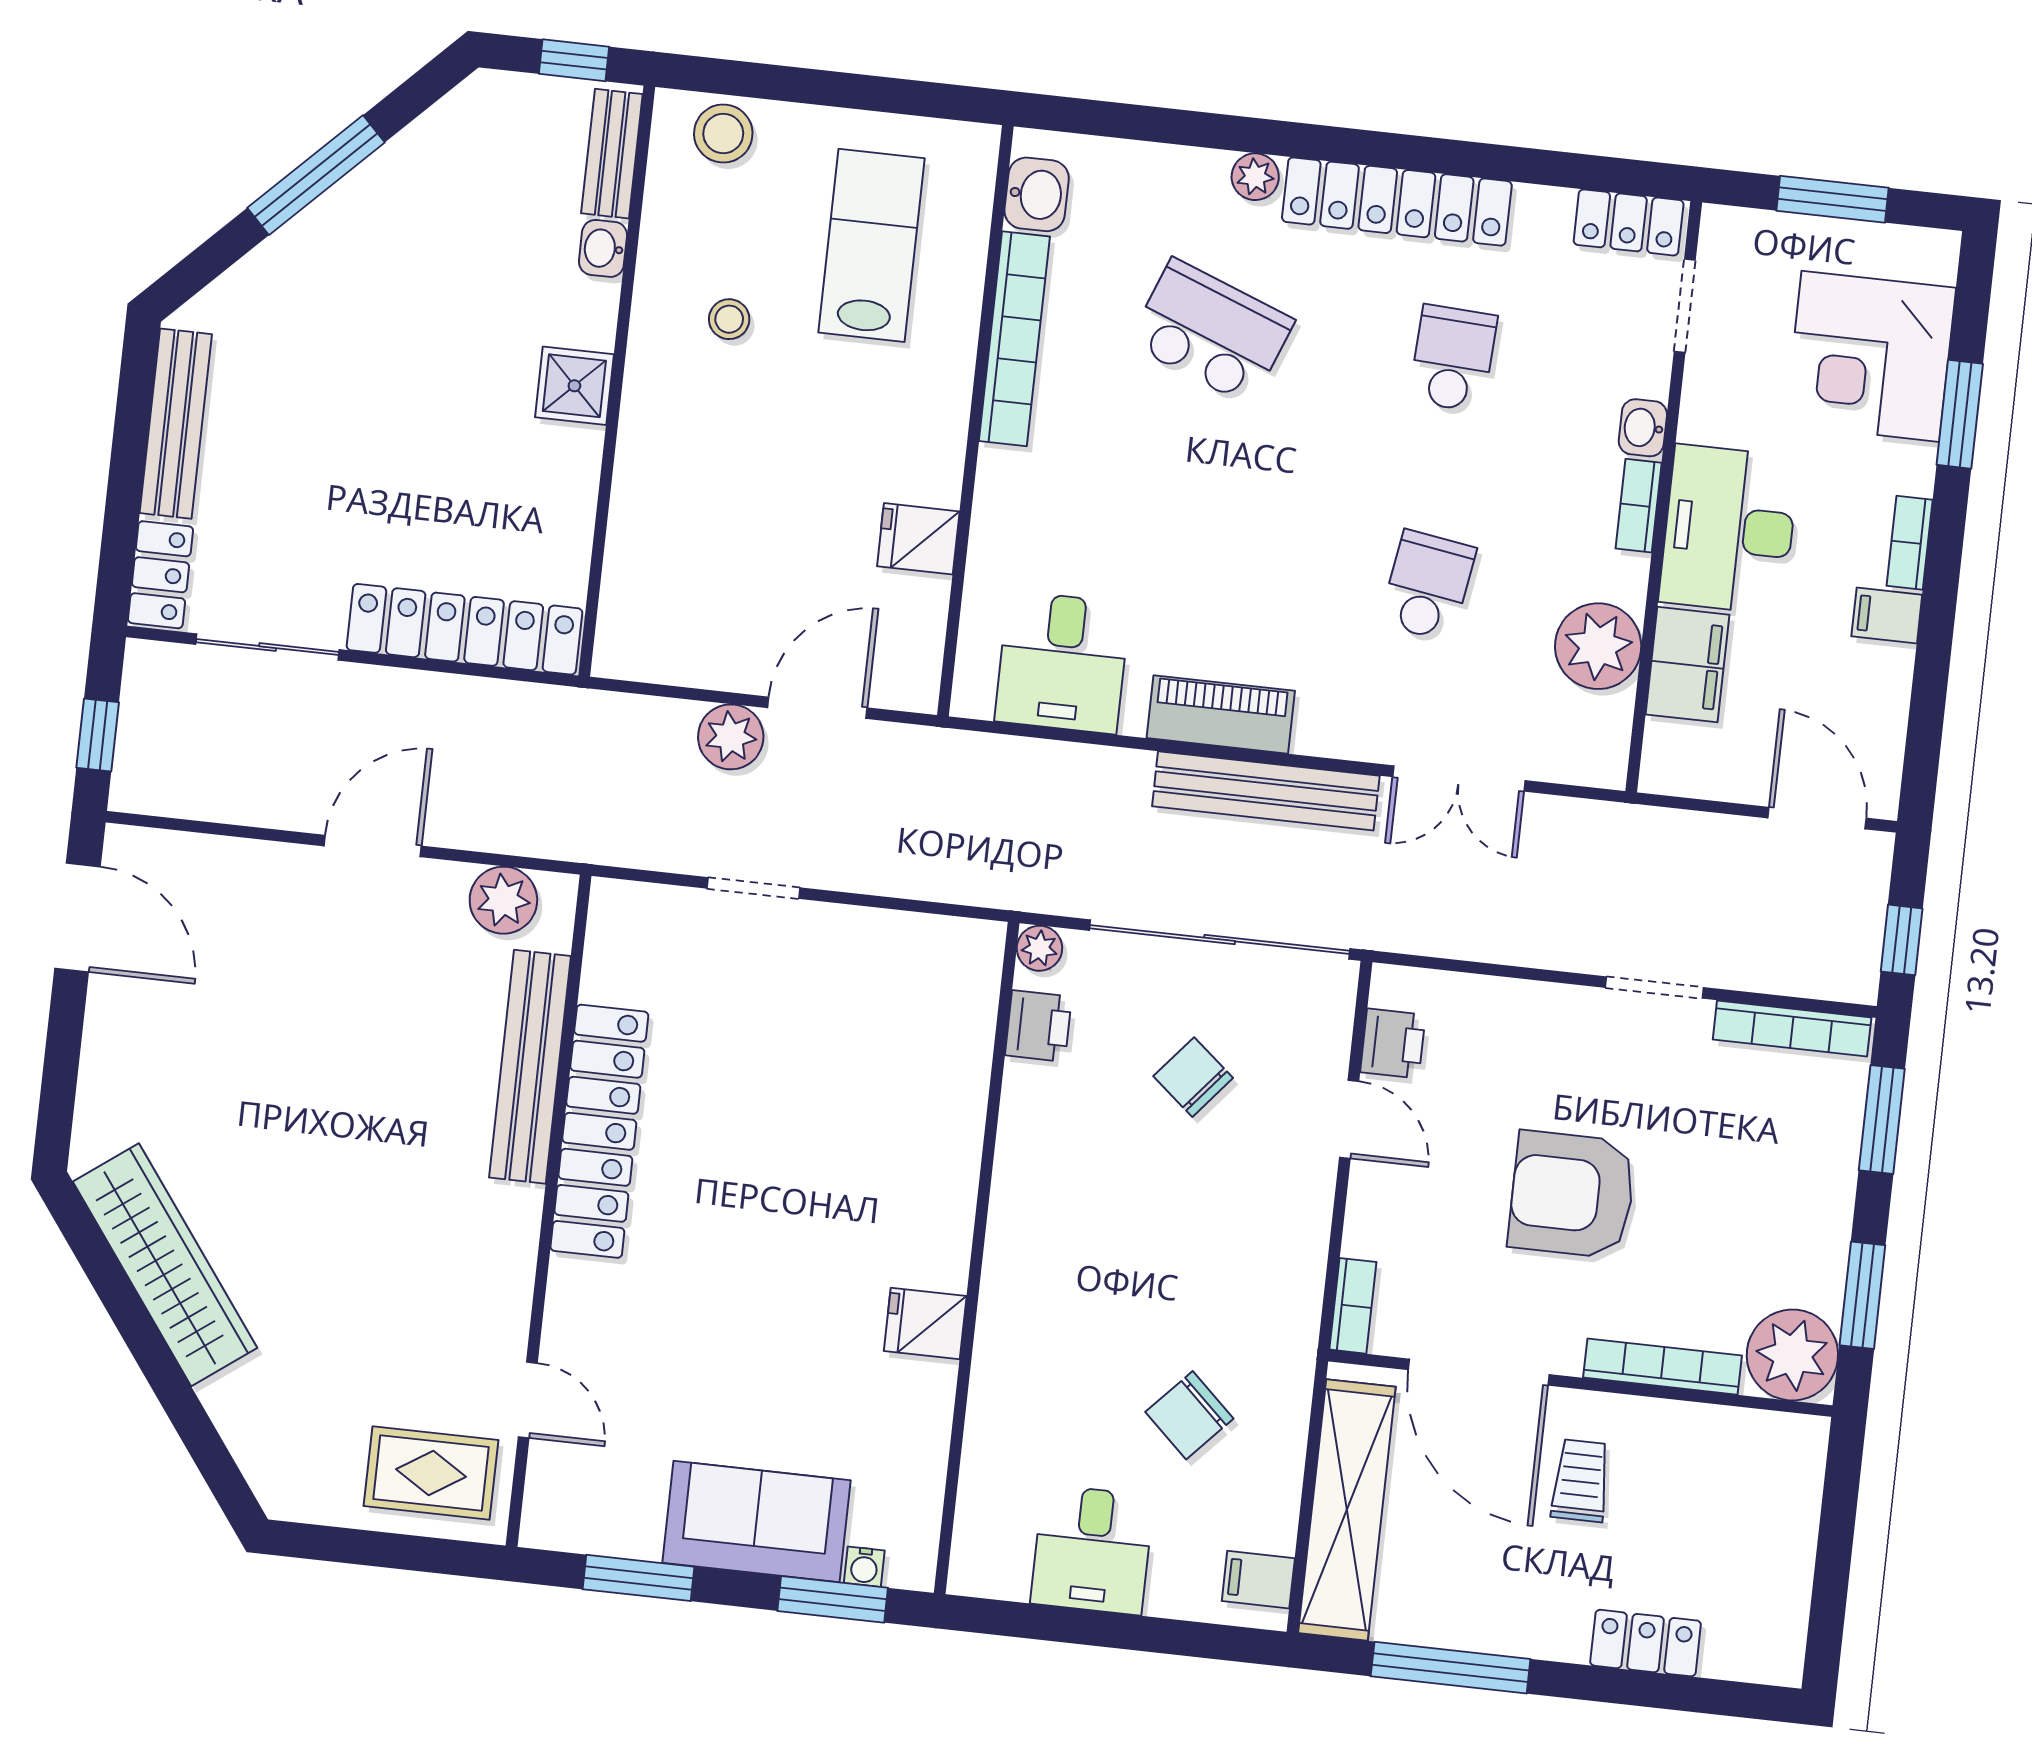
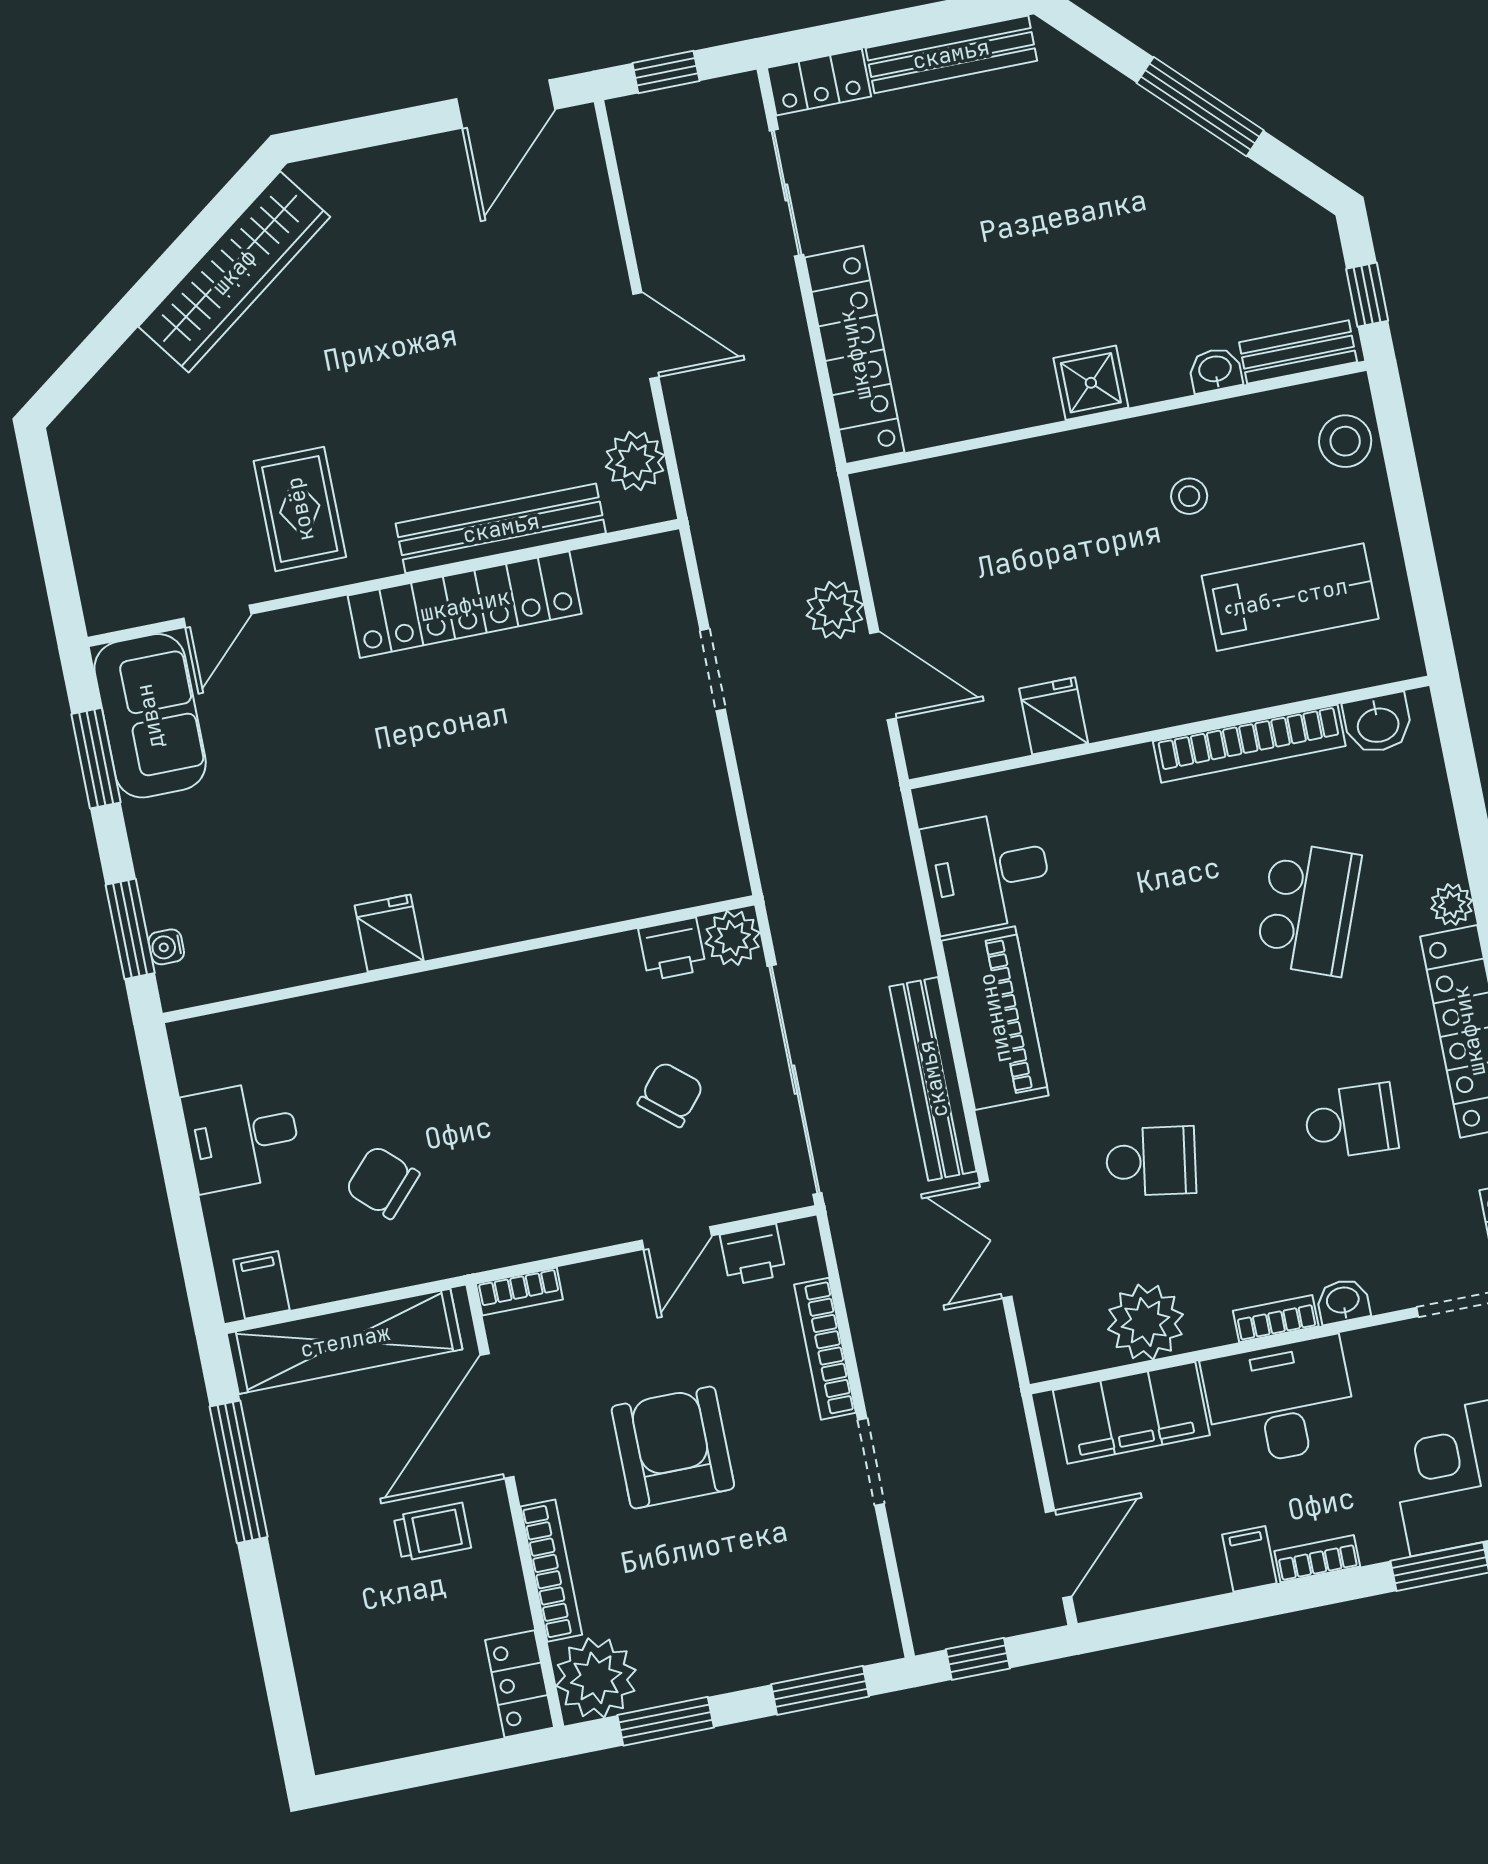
filing cabinet: (1687, 665) -> (1131, 1413), width x1.50, depth x1.17
piano: (1221, 714) -> (995, 1018), width x1.37, depth x1.33
plant: (1039, 948) -> (733, 938), width x1.38, depth x1.38
bookcase: (1792, 1029) -> (825, 1349), moved
rug: (431, 1473) -> (300, 509), moved
sofa: (756, 1522) -> (150, 716), moved
locker: (1646, 1643) -> (520, 1684), moved, turned 180

